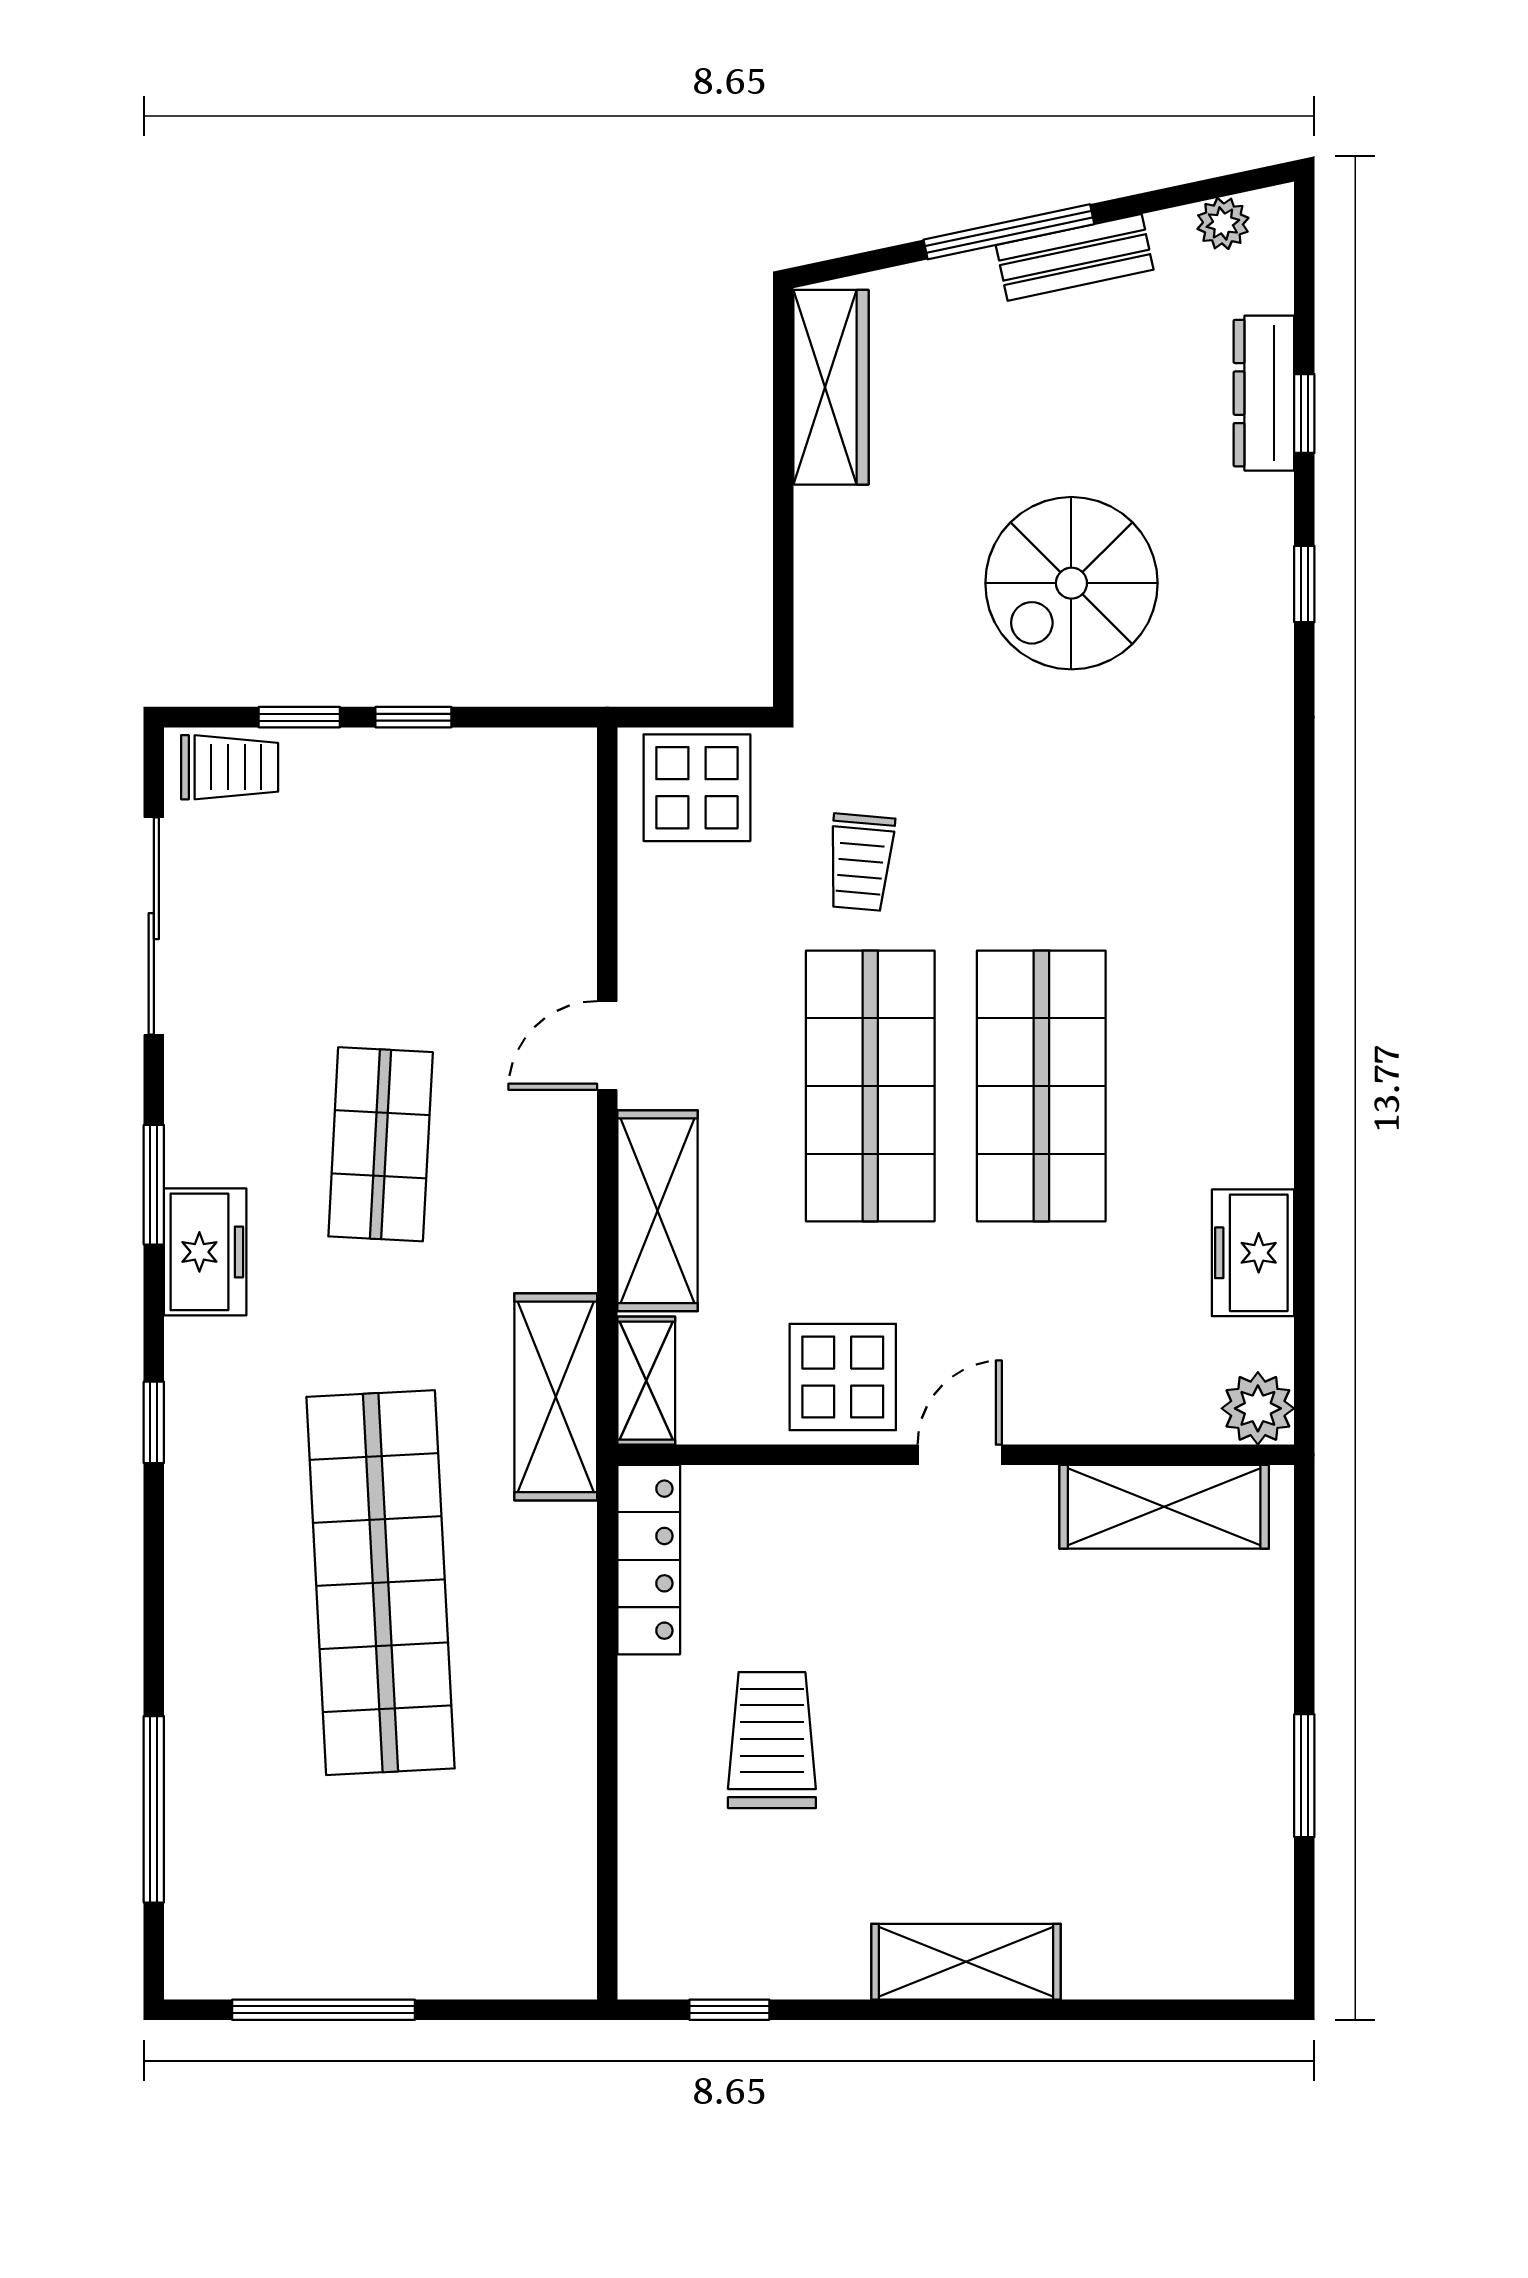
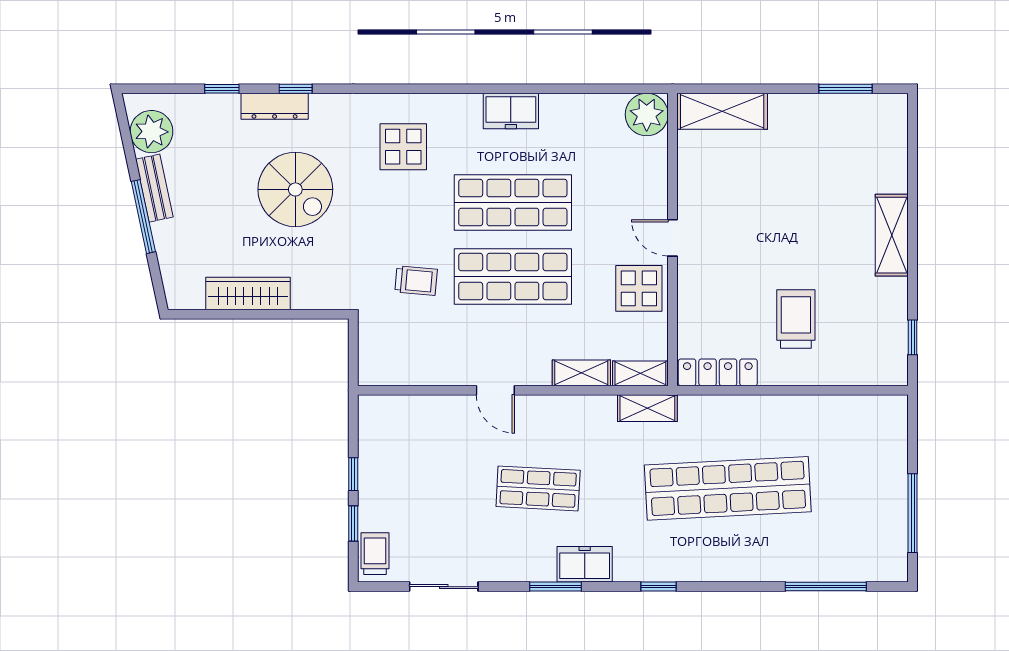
plant: (1223, 223) -> (151, 132), width x1.87, depth x1.87
wardrobe: (831, 387) -> (248, 294), moved
dresser: (1264, 393) -> (275, 106), moved
display table: (697, 788) -> (403, 147), moved
sliding door: (154, 926) -> (444, 587), width x0.73
shelving: (658, 1211) -> (581, 373), width x0.67, depth x0.75
freezer: (1253, 1253) -> (511, 111), moved
shelving: (556, 1397) -> (647, 408), width x0.67, depth x0.75
plant: (1258, 1408) -> (647, 115), width x1.36, depth x1.36
shelving: (1164, 1507) -> (722, 111), moved, turned 90
trolley: (772, 1740) -> (796, 319), turned 90
window: (1304, 1776) -> (845, 89), moved

